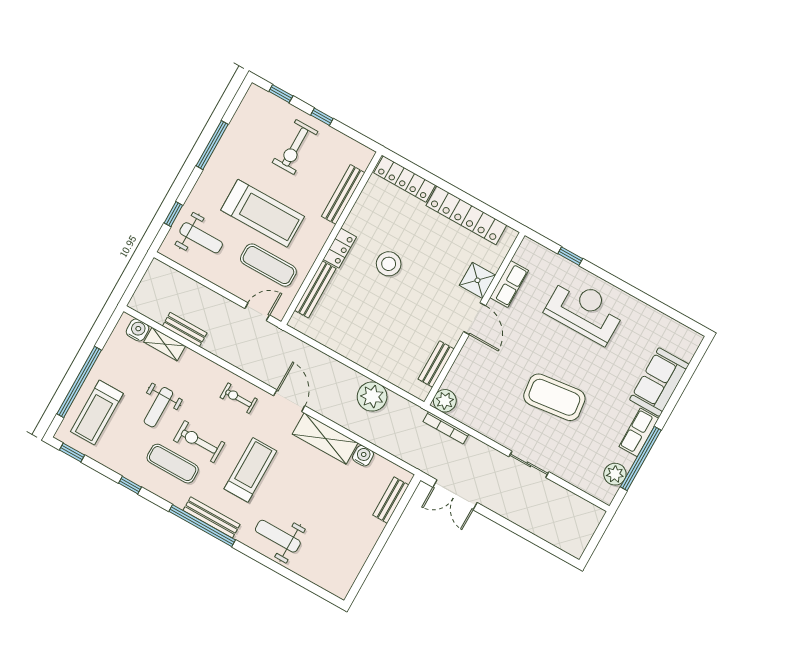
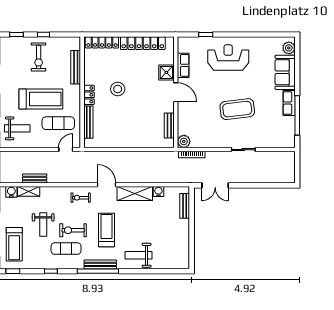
plant: (372, 397) -> (146, 160), removed
plant: (615, 474) -> (289, 48), moved

